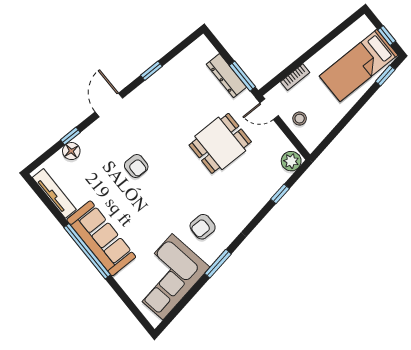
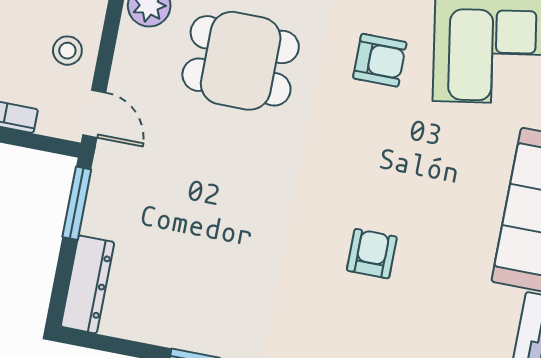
dresser: (226, 76) -> (88, 284), moved
dining table: (220, 143) -> (241, 61), moved

